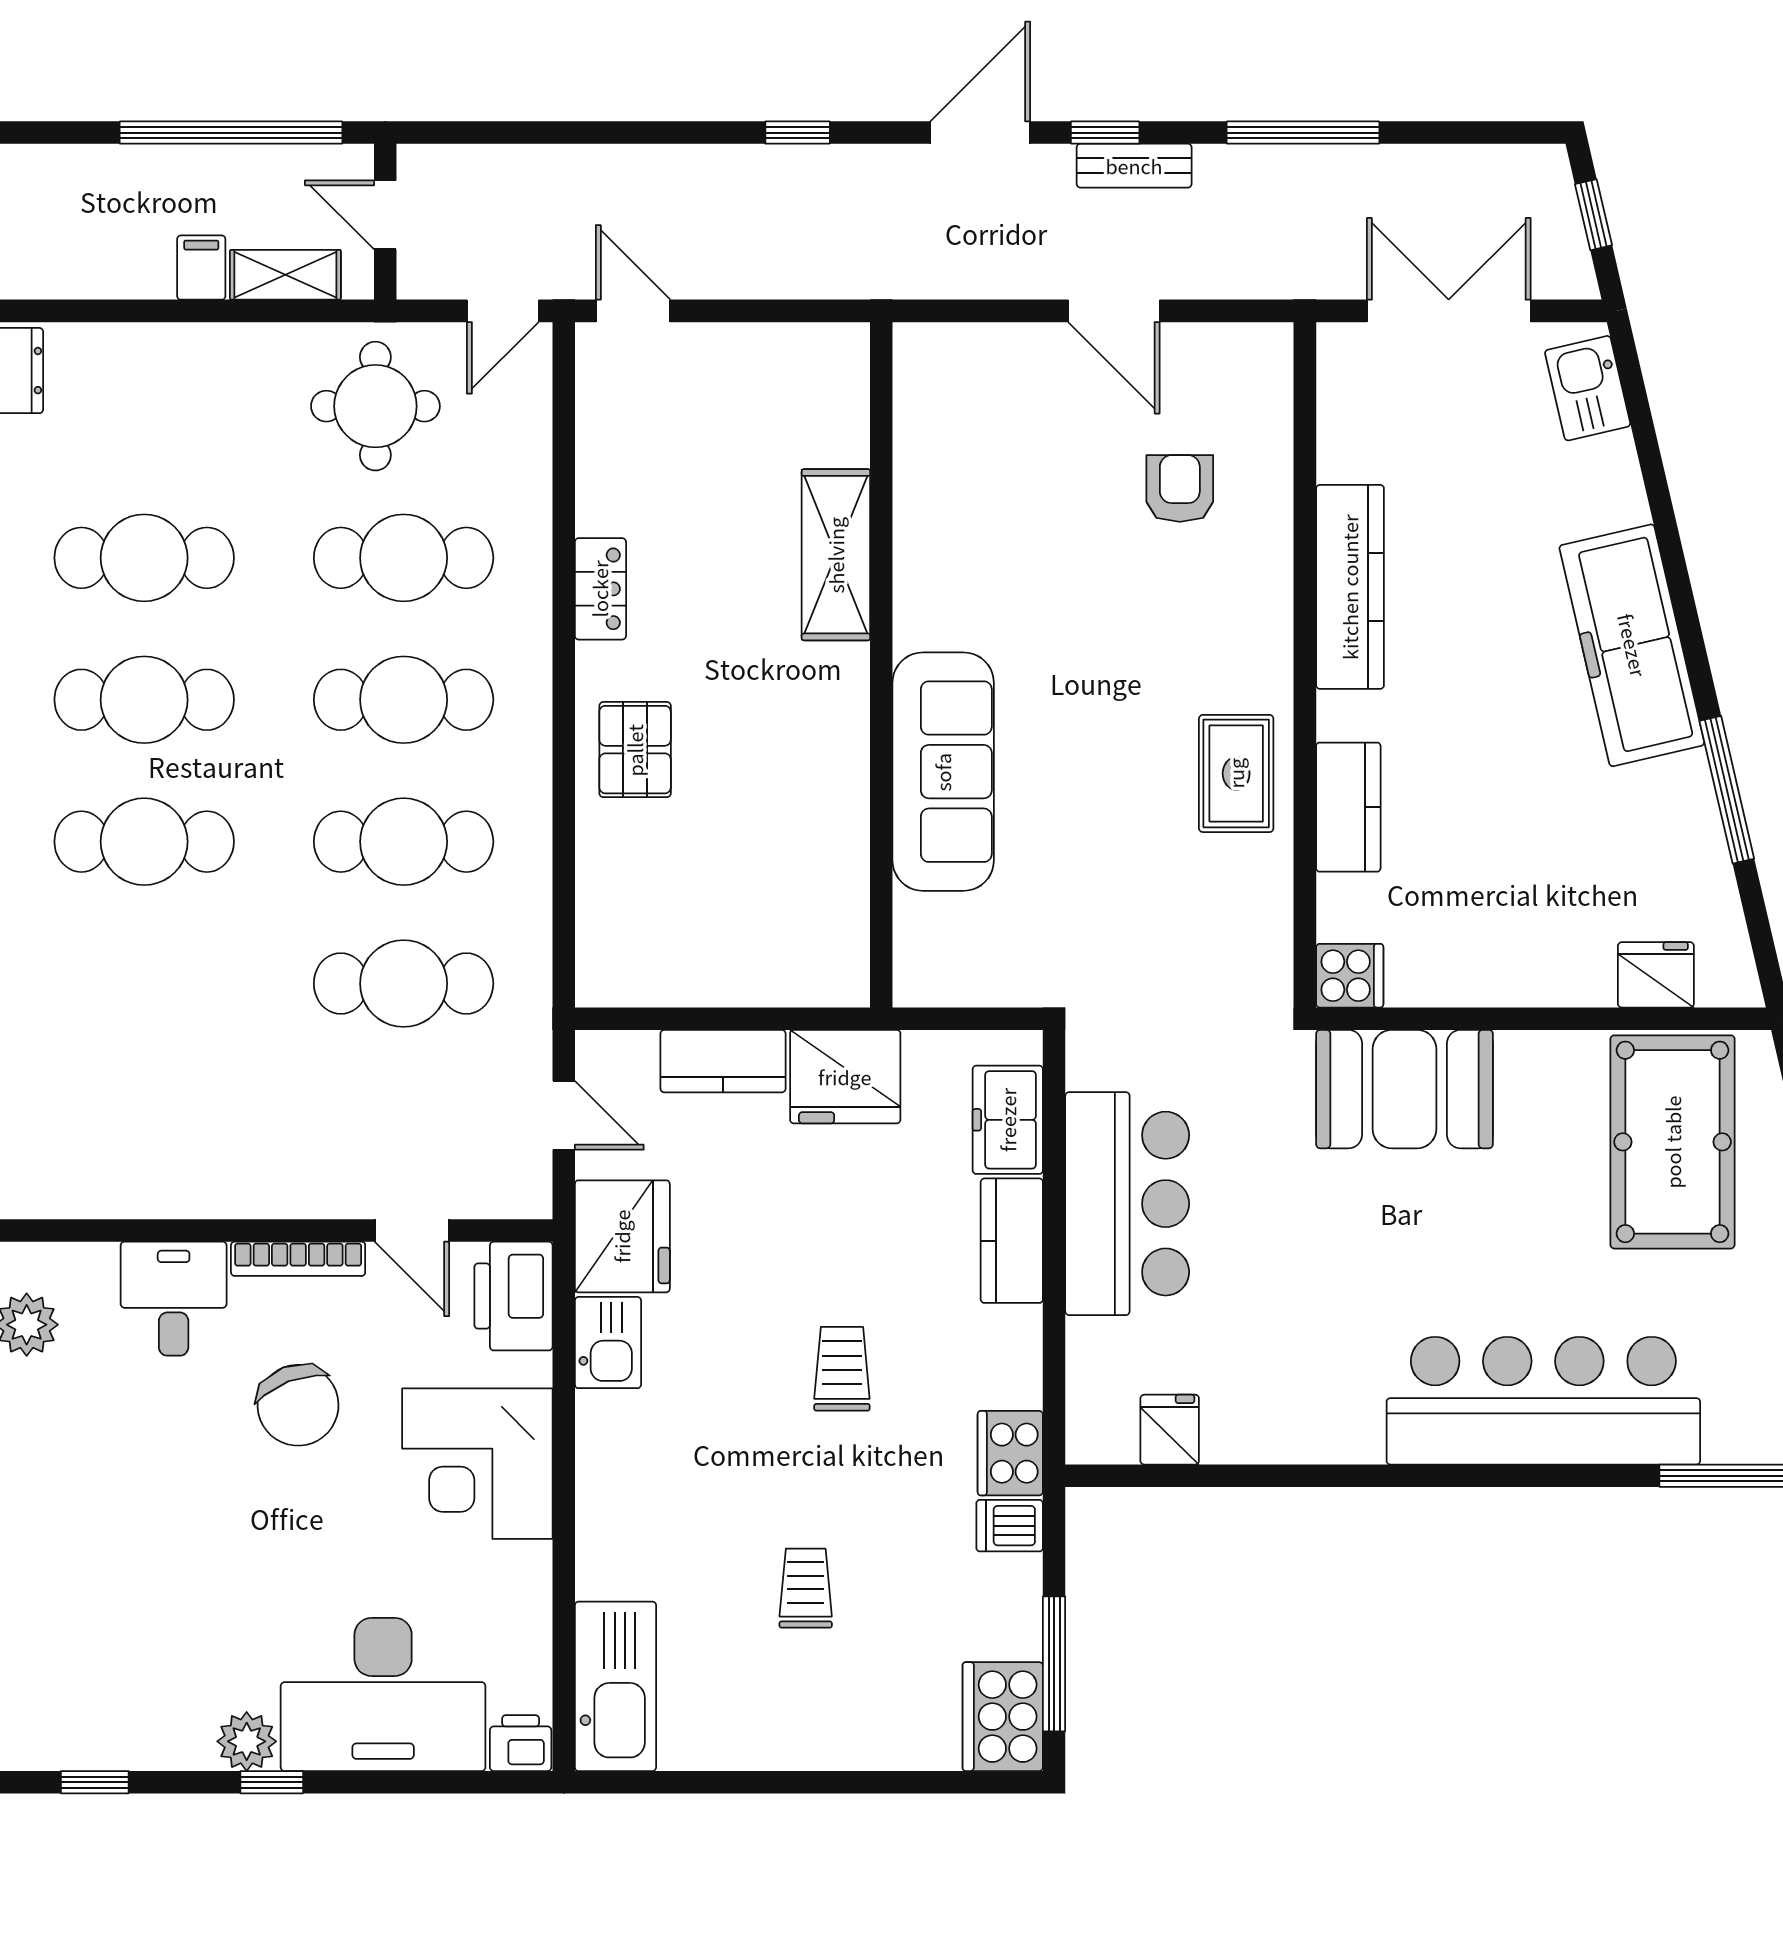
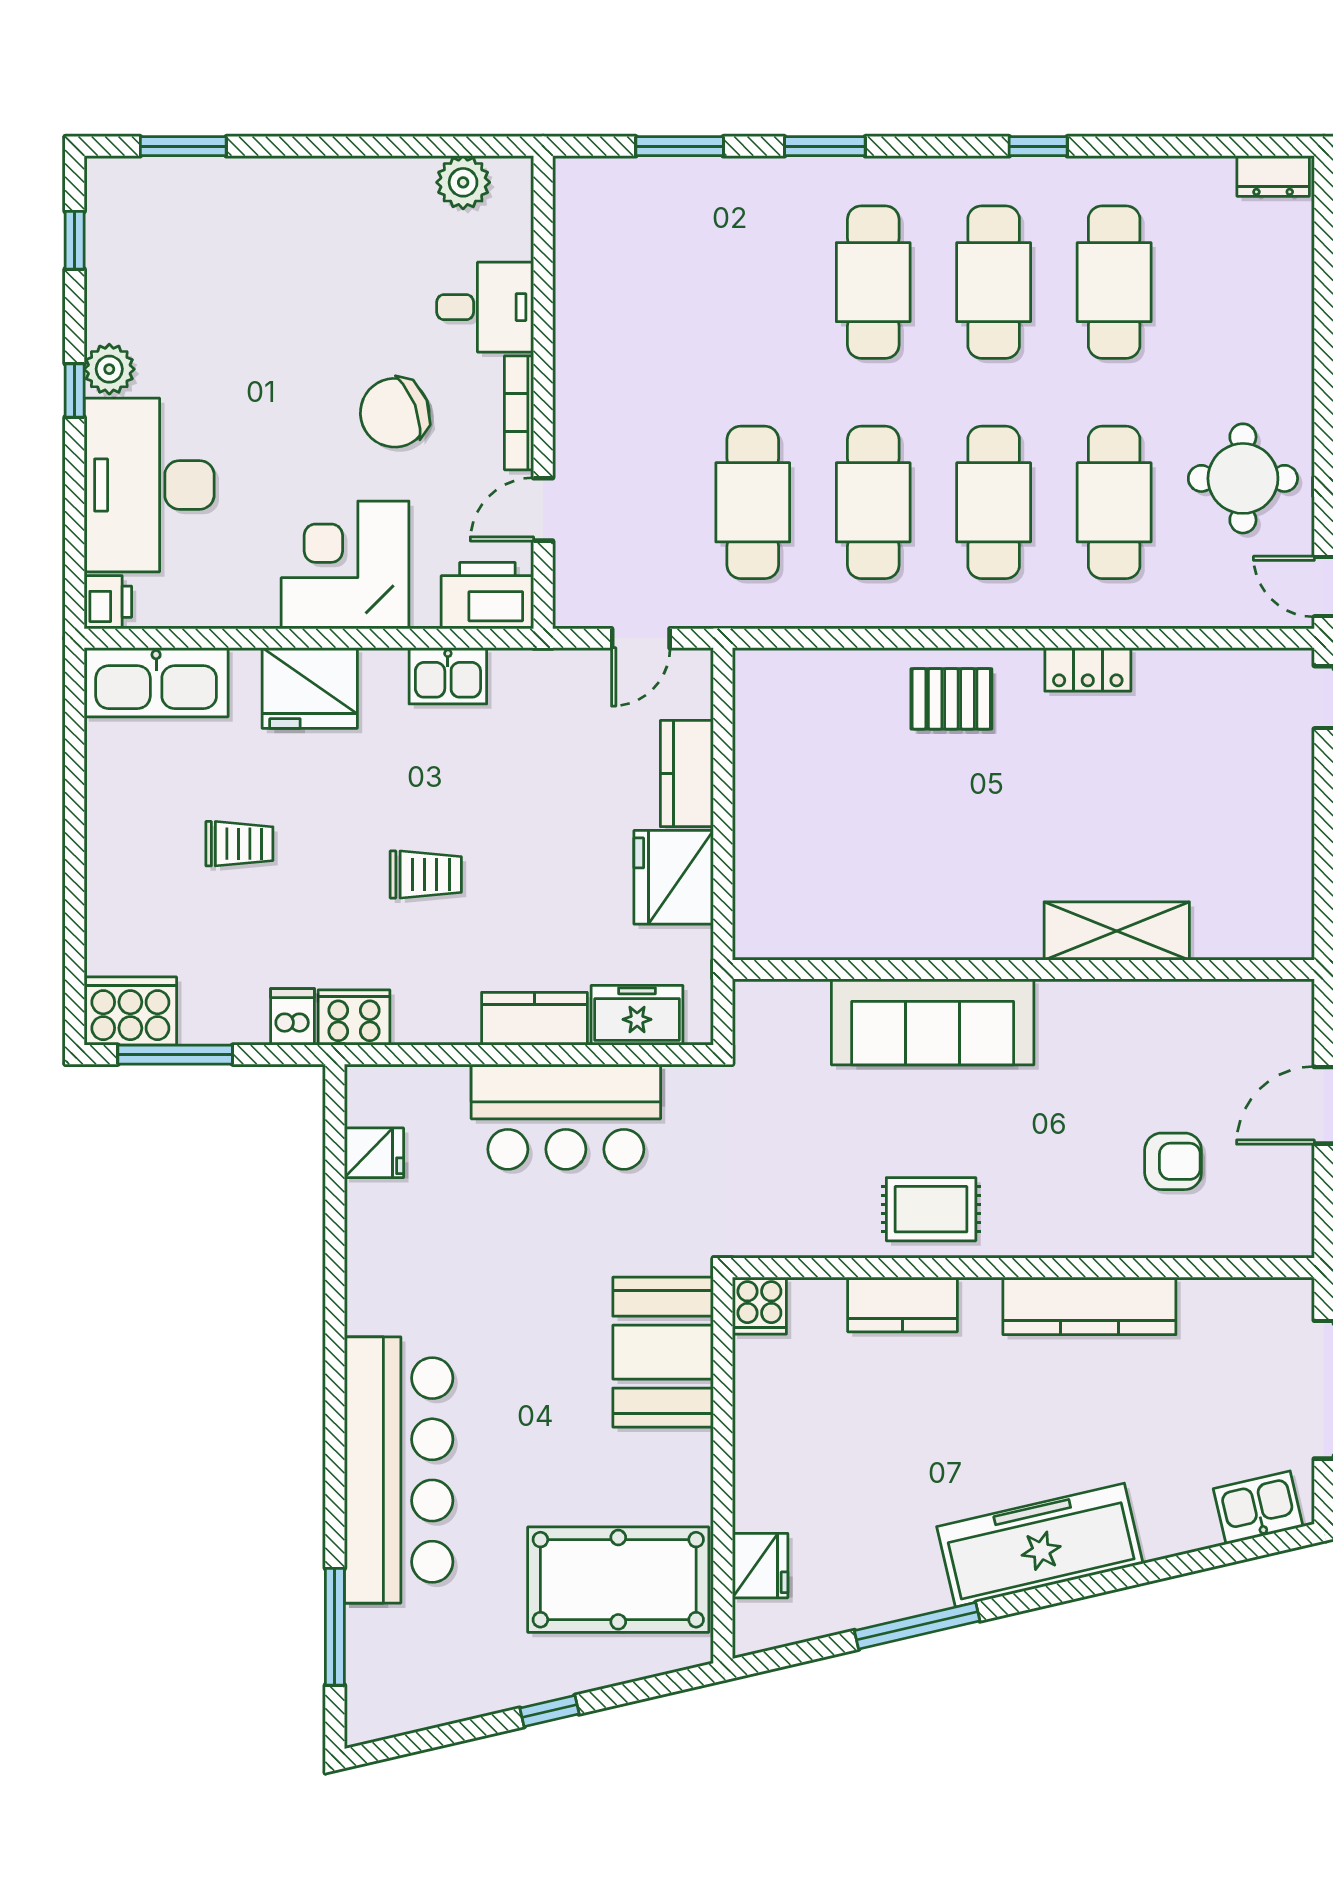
shelving: (836, 555) -> (1117, 931), moved
wall: (881, 665) -> (1023, 969), moved
sofa: (943, 772) -> (933, 1022), moved
fridge: (622, 1236) -> (310, 688), moved

